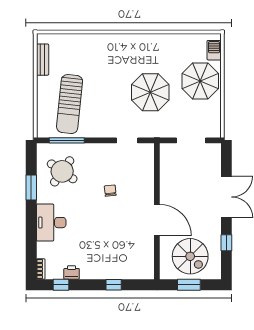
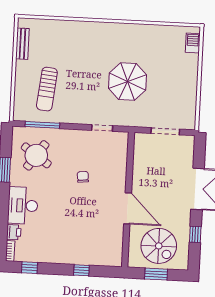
parasol: (200, 81) -> (177, 73), removed
sun lounger: (70, 104) -> (47, 89), width x0.73, depth x0.75
printer: (72, 272) -> (14, 232), moved, turned 90

